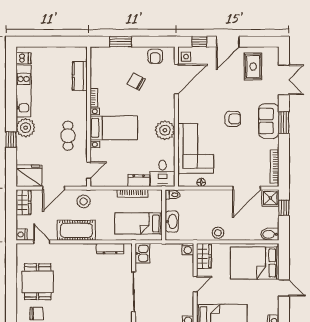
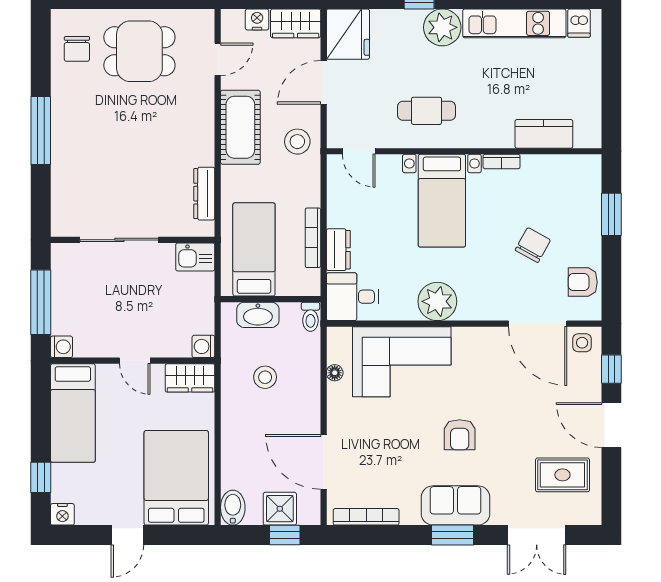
door: (54, 188) -> (324, 82), hinge flipped
shower: (270, 198) -> (280, 509), moved
stool: (218, 233) -> (265, 377), moved
nightstand: (22, 235) -> (257, 19), moved

